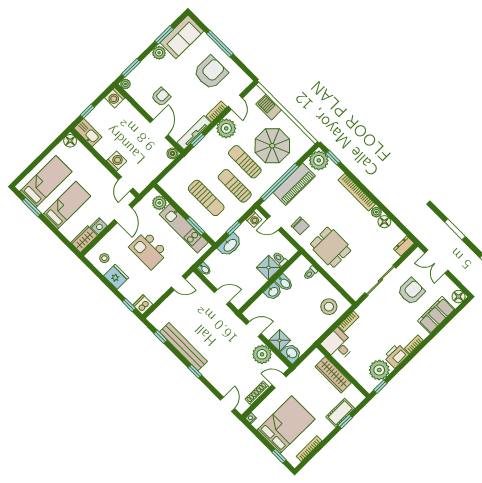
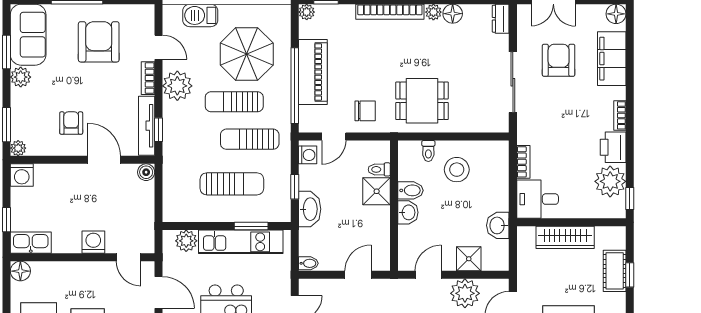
plant: (319, 160) -> (307, 12), width x0.53, depth x0.53
stool: (329, 307) -> (457, 170), moved
washbasin: (291, 353) -> (498, 225), moved, turned -90

